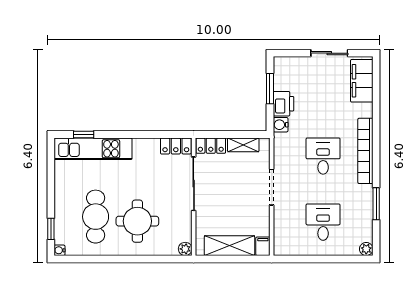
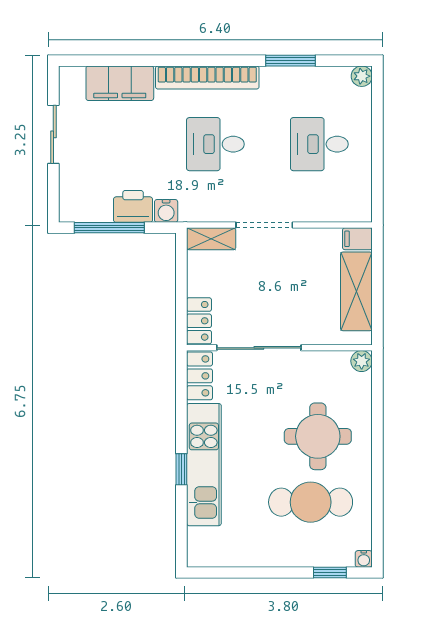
filing cabinet: (362, 81) -> (120, 83), moved
window: (270, 89) -> (109, 228), width x1.44
window: (84, 134) -> (181, 469), moved
shelving: (243, 145) -> (211, 239), moved, turned 90
kitchen unit: (93, 149) -> (204, 465), moved

